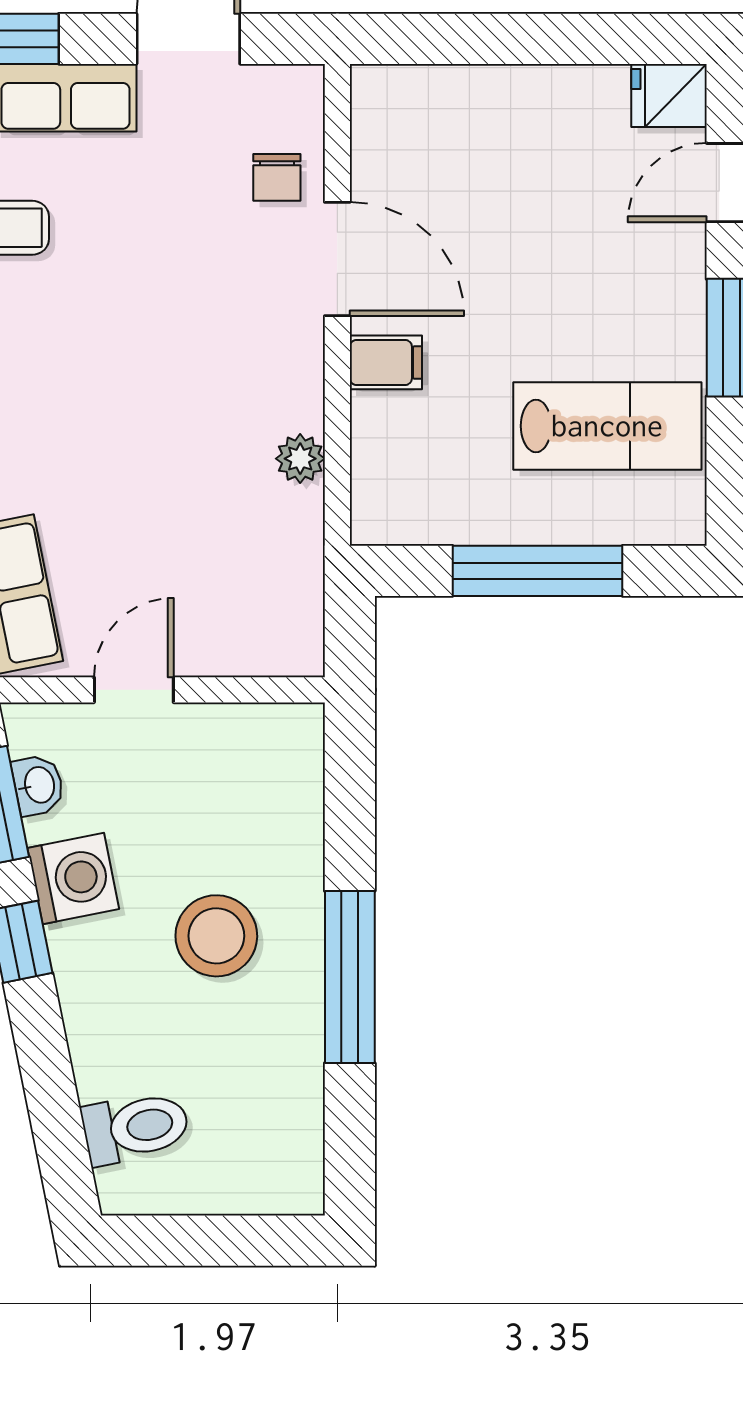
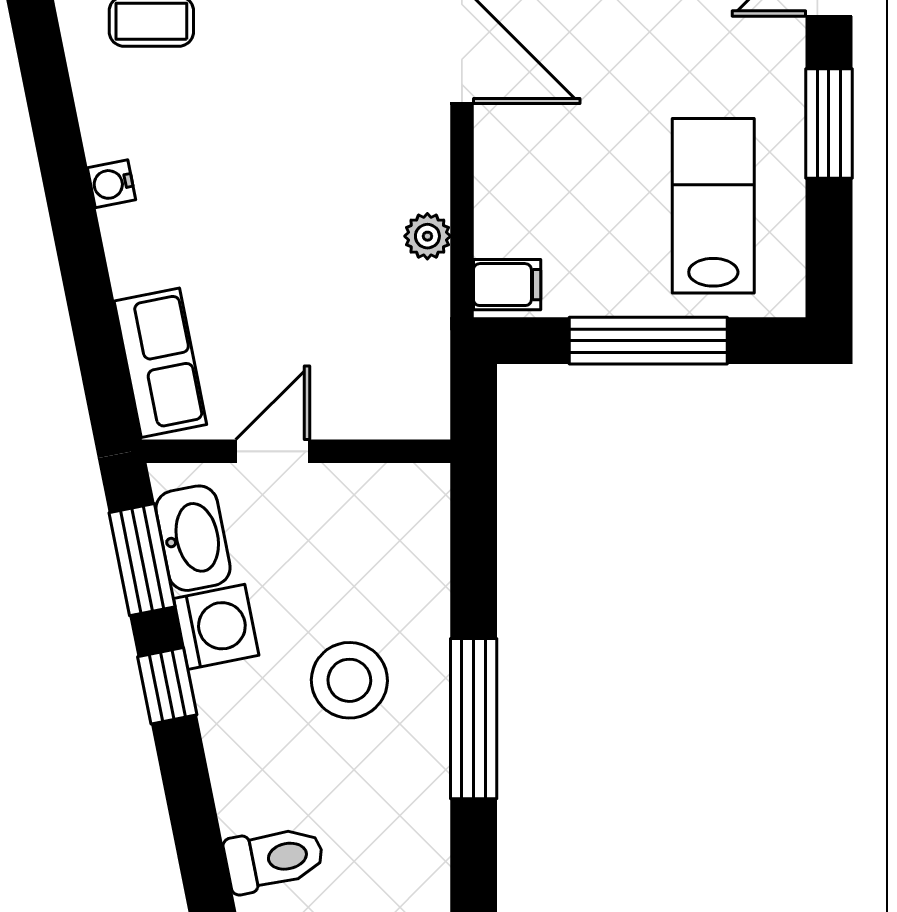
filing cabinet: (386, 362) -> (507, 285), moved
lab bench: (607, 426) -> (713, 206), turned -90
washbasin: (38, 785) -> (193, 538), width x1.91, depth x1.45

